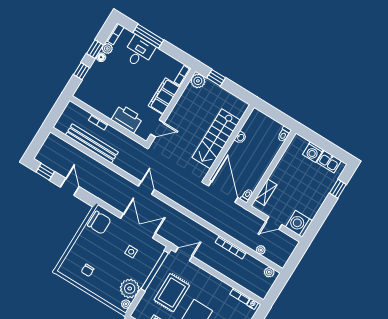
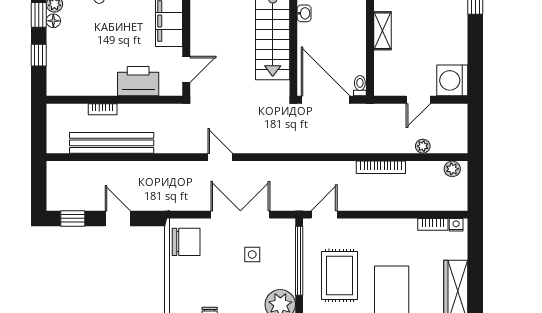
shelving: (266, 192) -> (382, 31), moved

